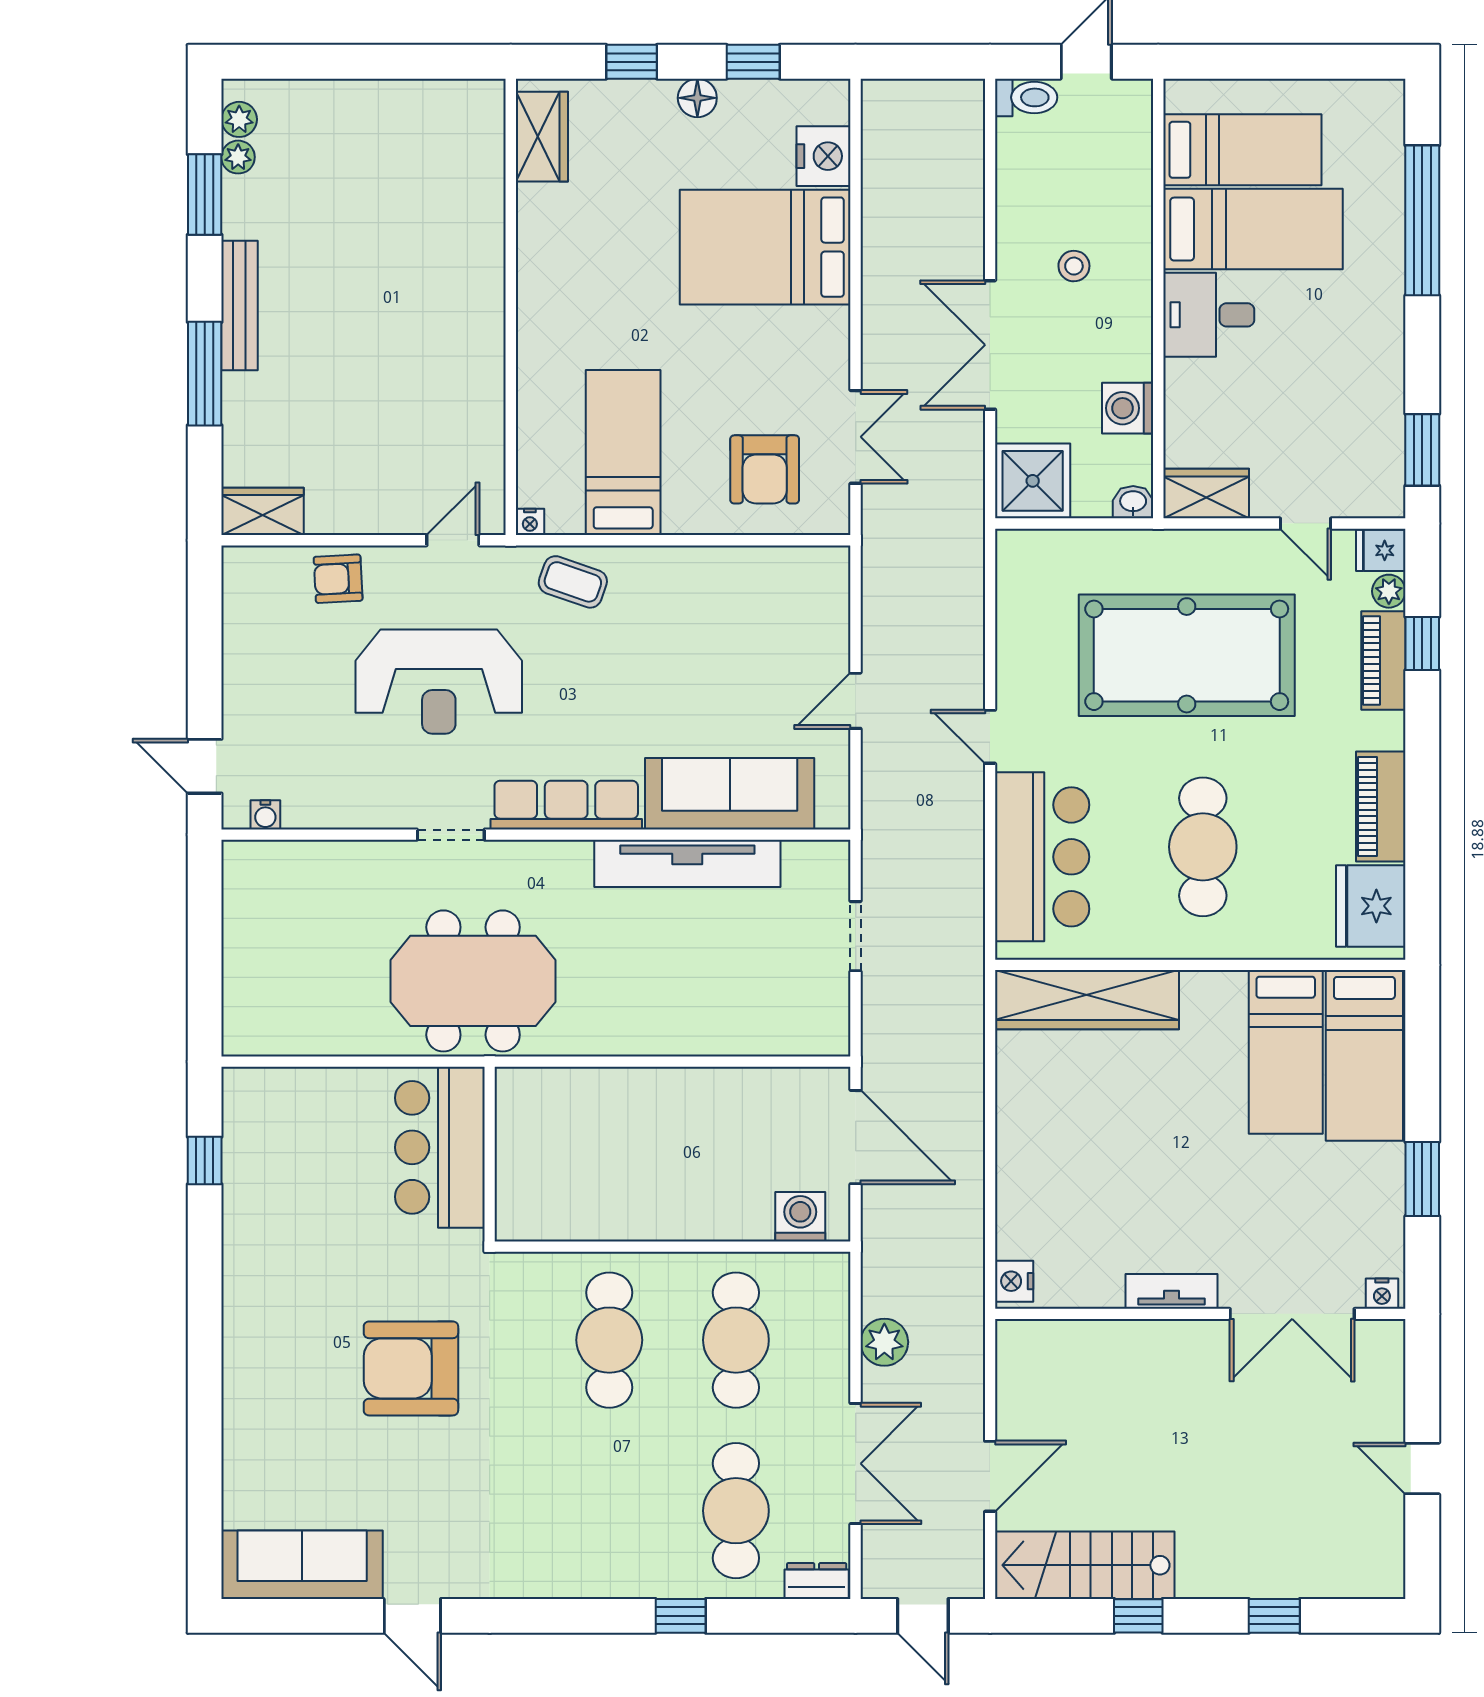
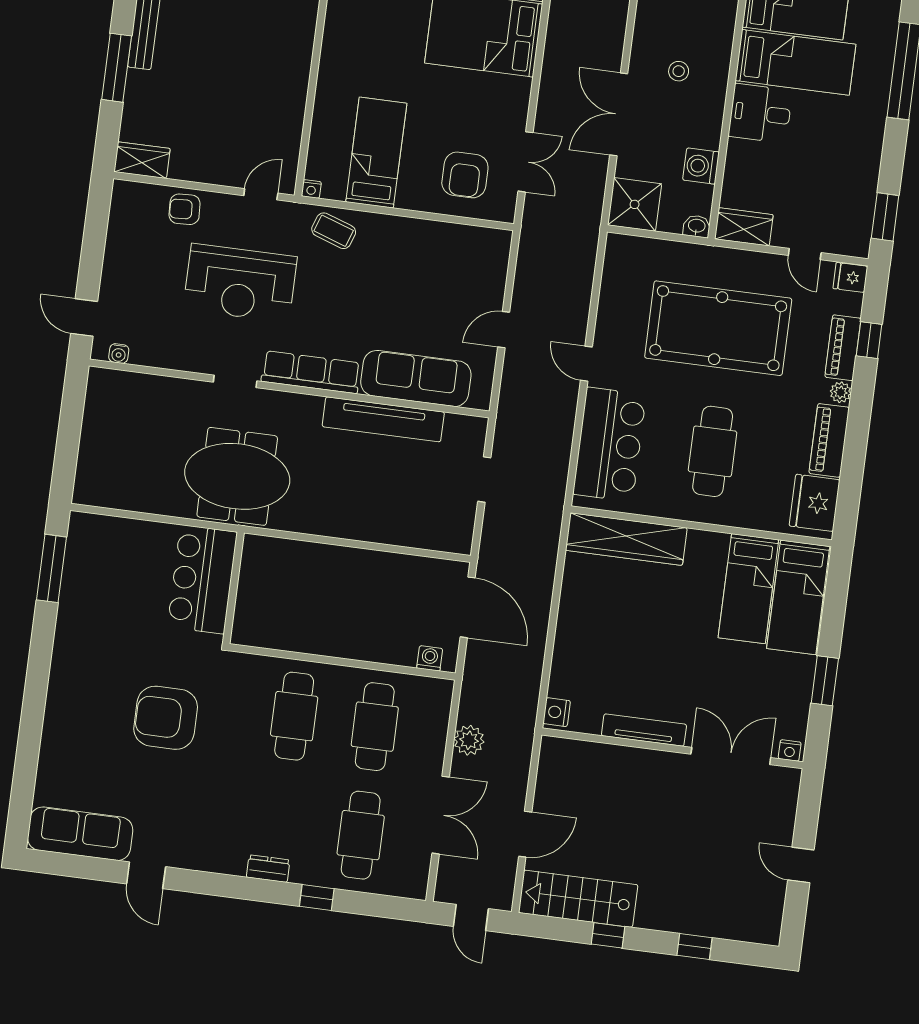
plant: (1389, 591) -> (841, 392), moved
window: (205, 1161) -> (52, 568), width x2.17
washing machine: (800, 1217) -> (430, 658), width x0.73, depth x0.73
tv unit: (1171, 1291) -> (644, 730), width x1.41
double door: (1292, 1314) -> (731, 756), swing flipped
dresser: (817, 1581) -> (268, 869), moved

